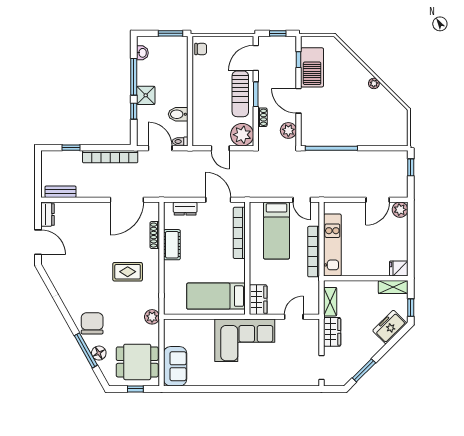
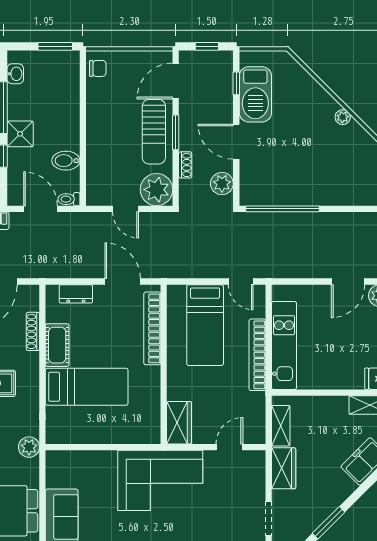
bed: (216, 296) -> (87, 387), moved, turned 180

